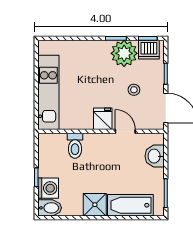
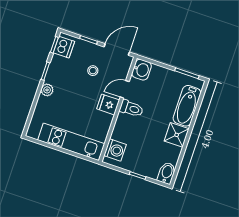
plant: (124, 53) -> (47, 90), moved, width x0.53, depth x0.53
toilet: (75, 146) -> (131, 108), moved
washbasin: (155, 156) -> (142, 70), moved, turned -90
washing machine: (48, 188) -> (115, 150), moved, turned 90

